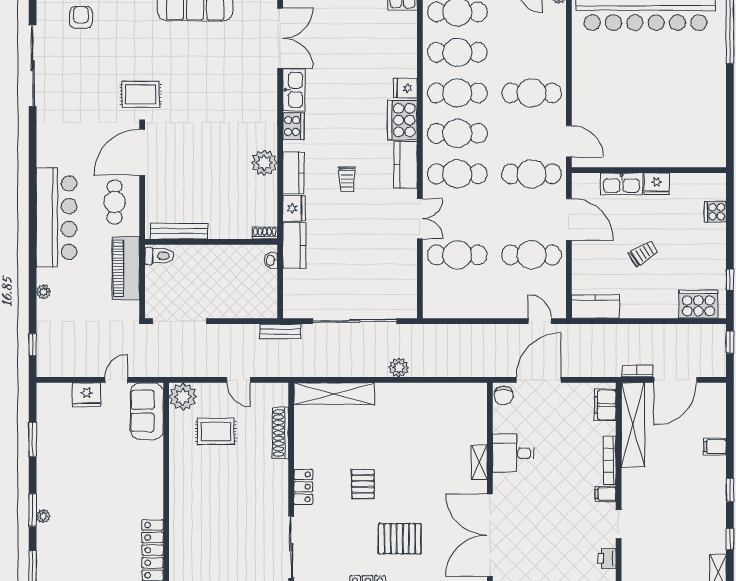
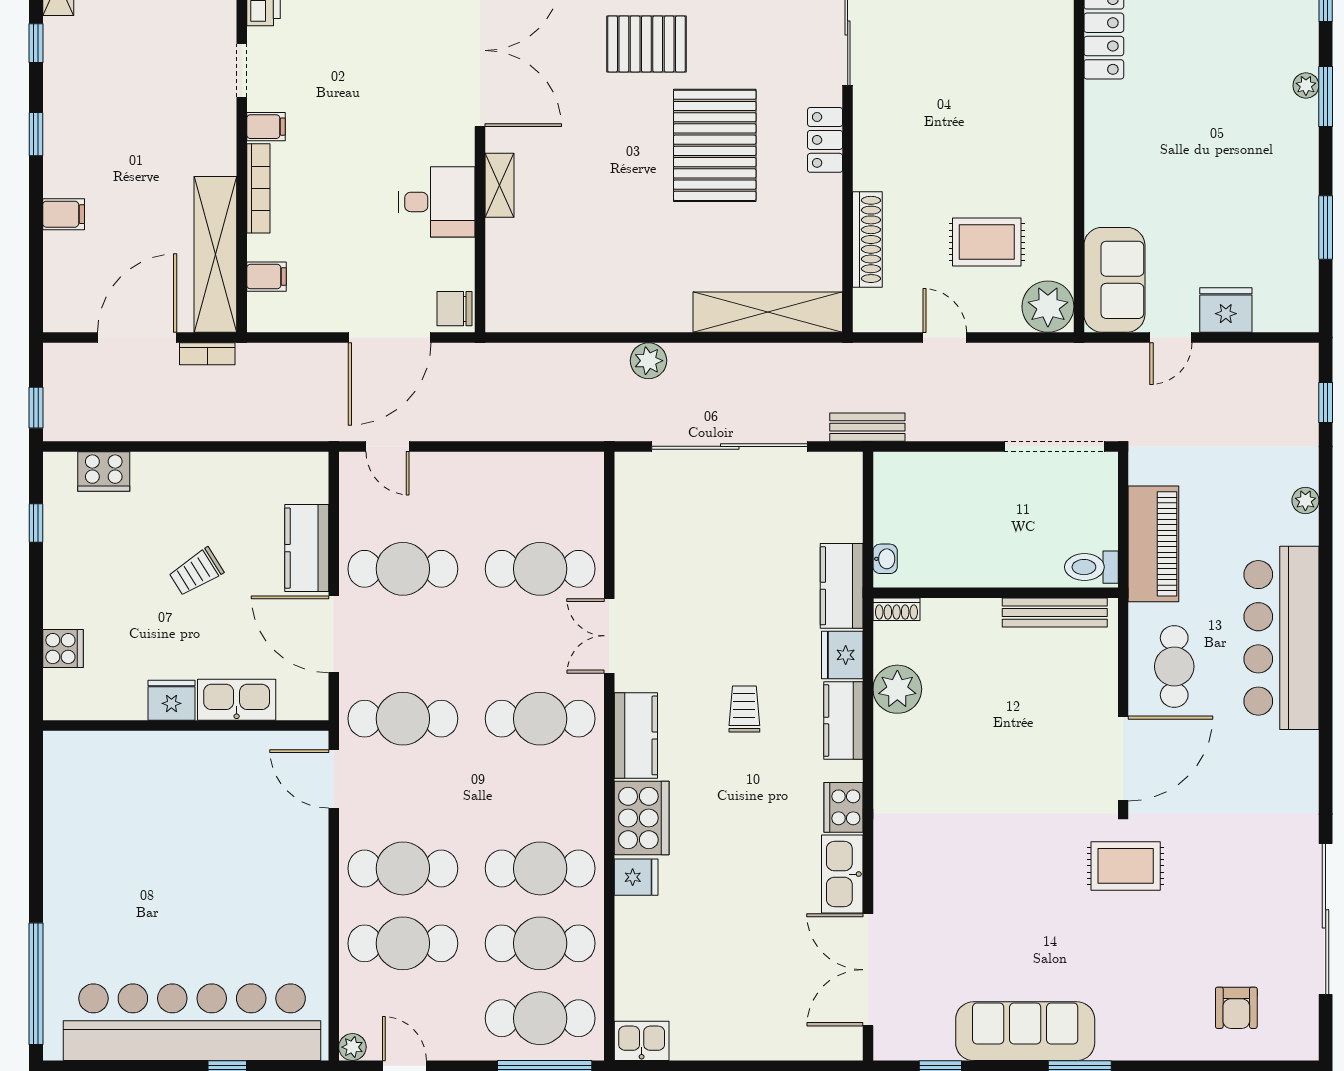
cafe table: (457, 133) -> (403, 943), moved
plant: (264, 163) -> (897, 689), moved
cooker: (698, 304) -> (104, 471), width x0.73, depth x0.76
kitchen counter: (595, 306) -> (307, 548), moved, turned 90
chair: (504, 396) -> (454, 309), turned -90
filing cabinet: (605, 405) -> (267, 277), width x0.50
pallet: (363, 484) -> (715, 145), width x2.05, depth x2.00

